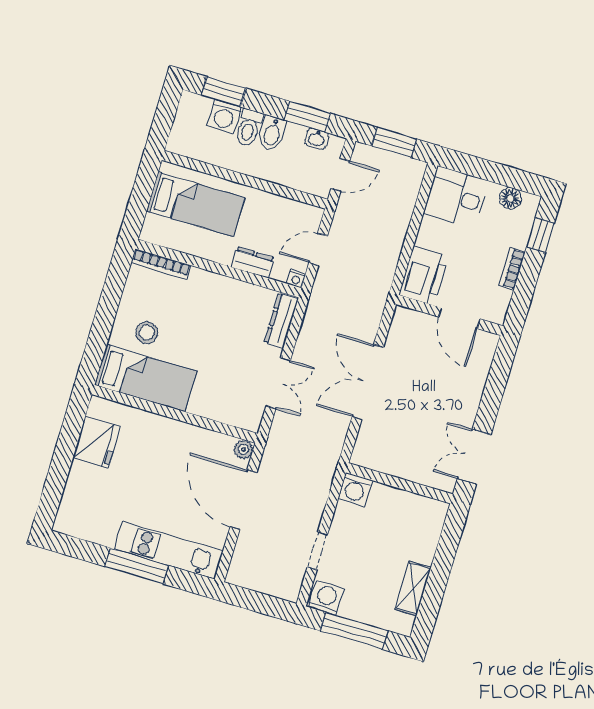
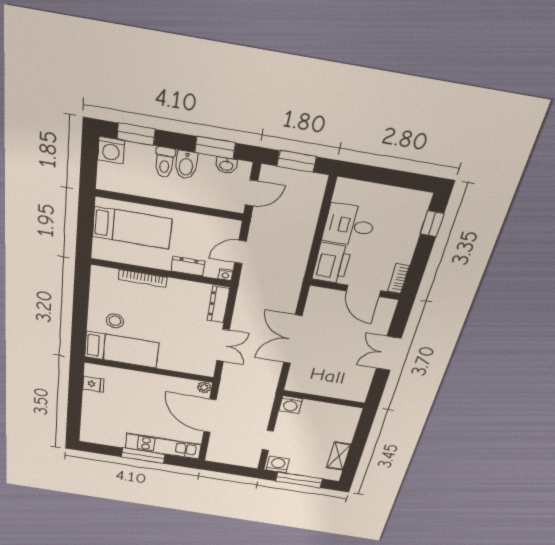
washing machine: (224, 116) -> (111, 150), moved
desk: (456, 197) -> (349, 225), moved
floor lamp: (510, 198) -> (405, 197), removed
bookcase: (161, 264) -> (143, 278), moved
bookcase: (512, 269) -> (398, 279), moved
fridge: (97, 442) -> (93, 384), width x0.53, depth x0.75
double door: (474, 457) -> (389, 353), moved

